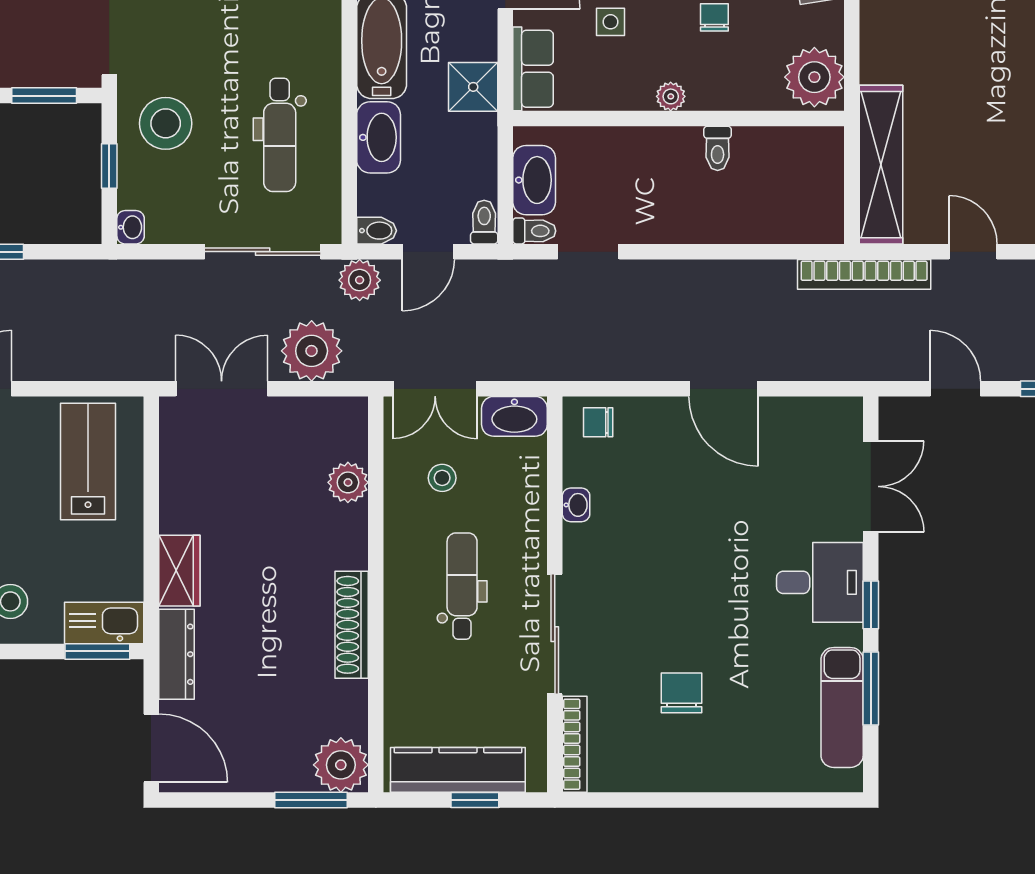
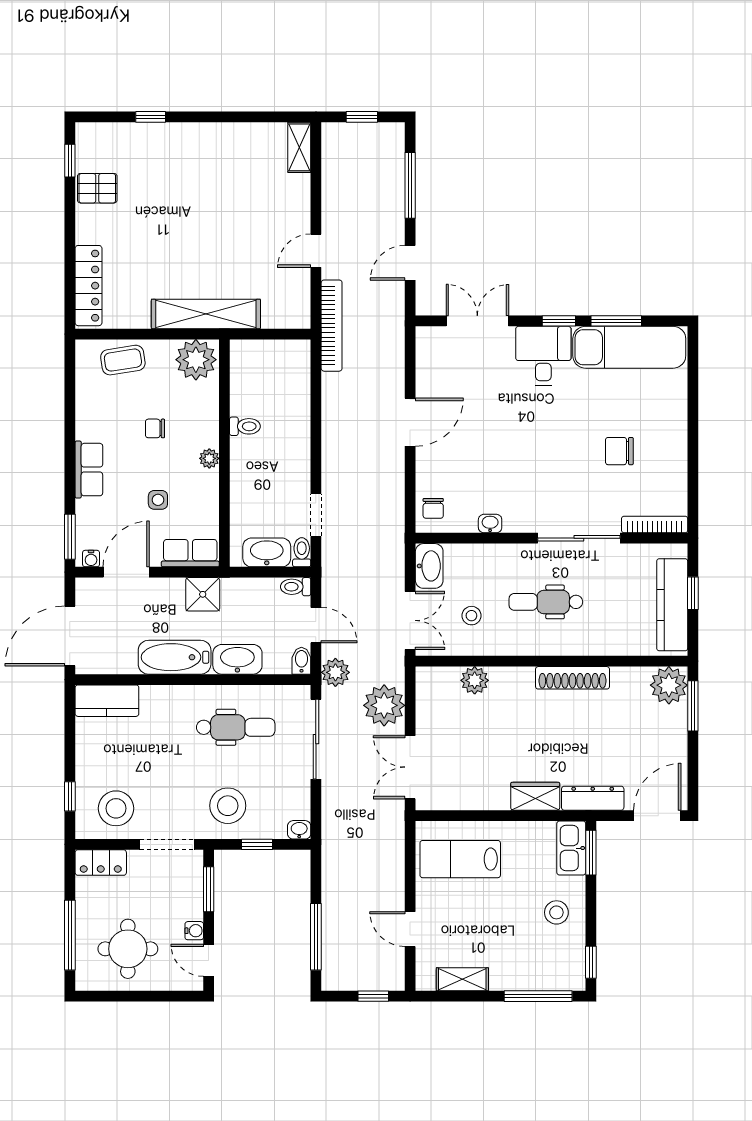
shelving: (881, 165) -> (206, 314), moved
exam couch: (842, 707) -> (629, 347), width x1.36, depth x1.45

